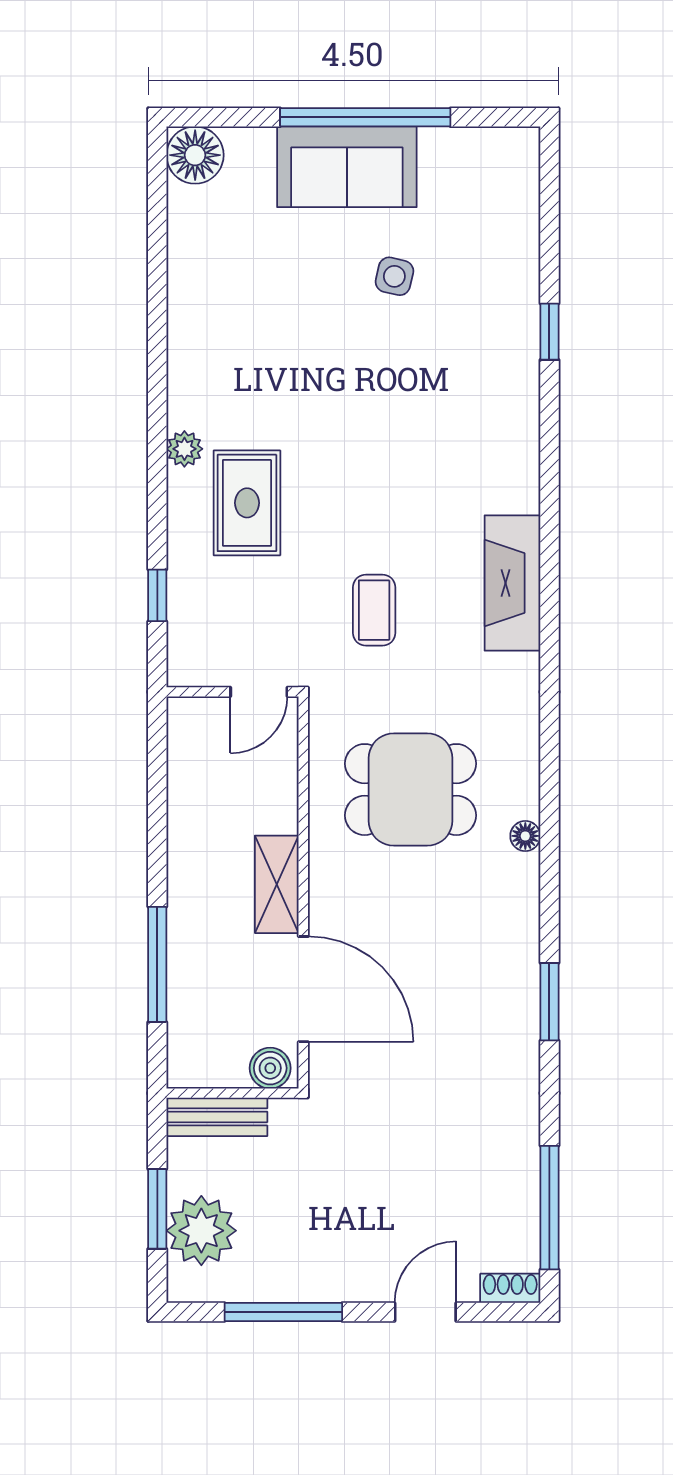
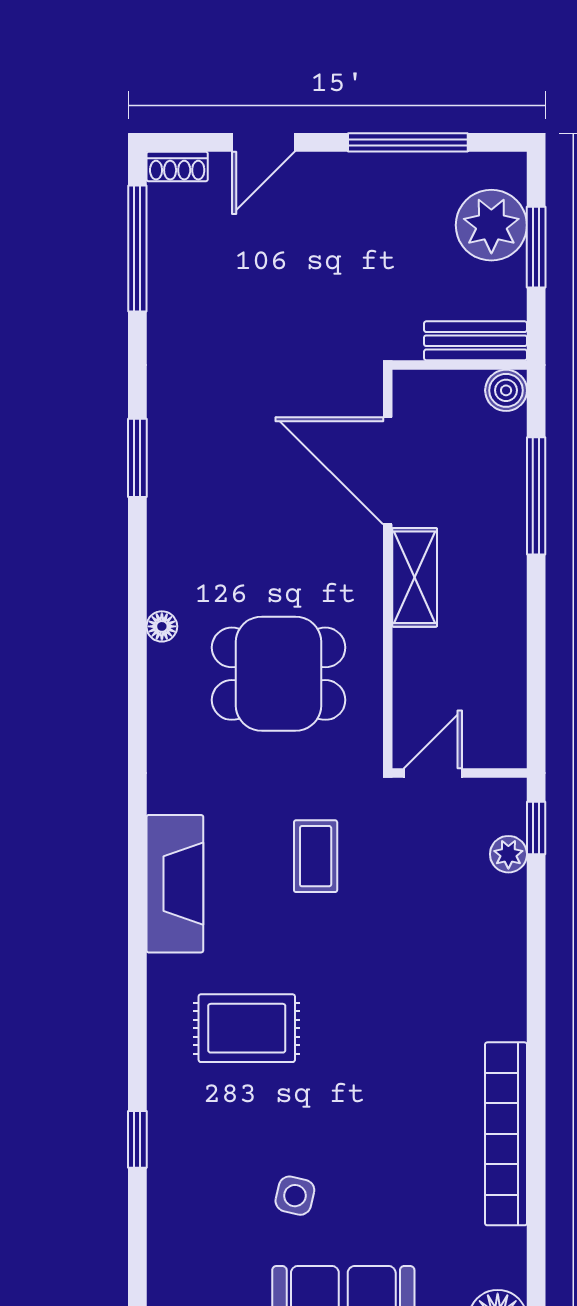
bookcase: (187, 337) -> (506, 1134), added
plant: (184, 449) -> (508, 854), moved
rug: (247, 503) -> (247, 1028), moved, turned 90
window: (157, 595) -> (536, 828), moved
boiler: (270, 1068) -> (506, 390), moved

